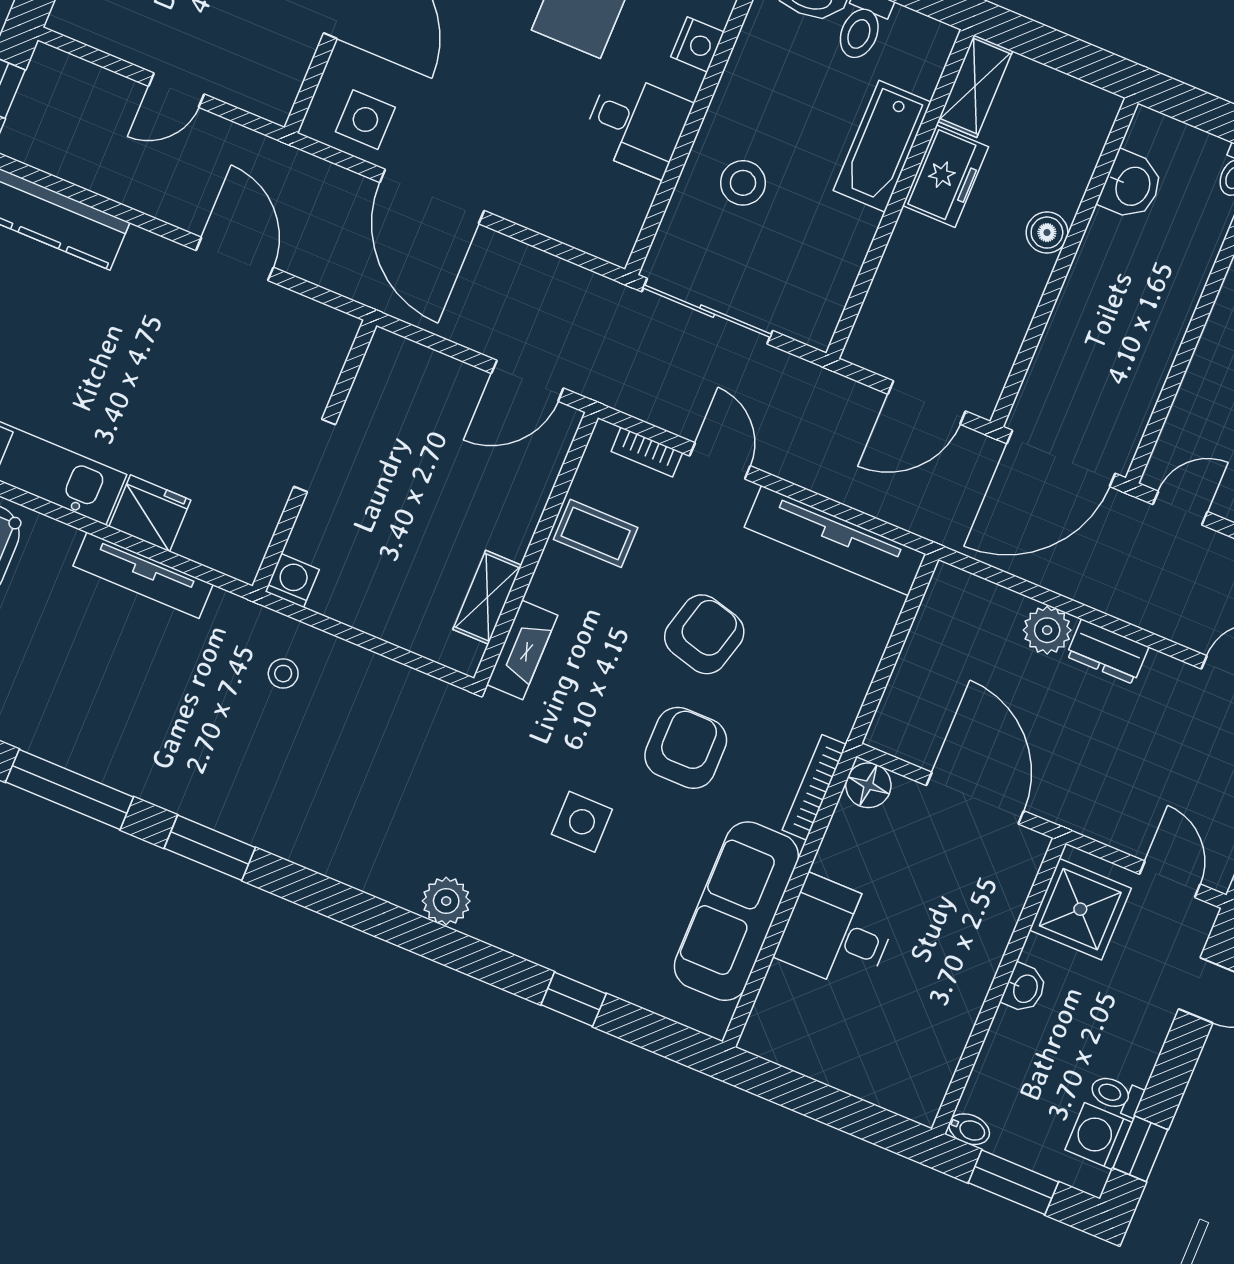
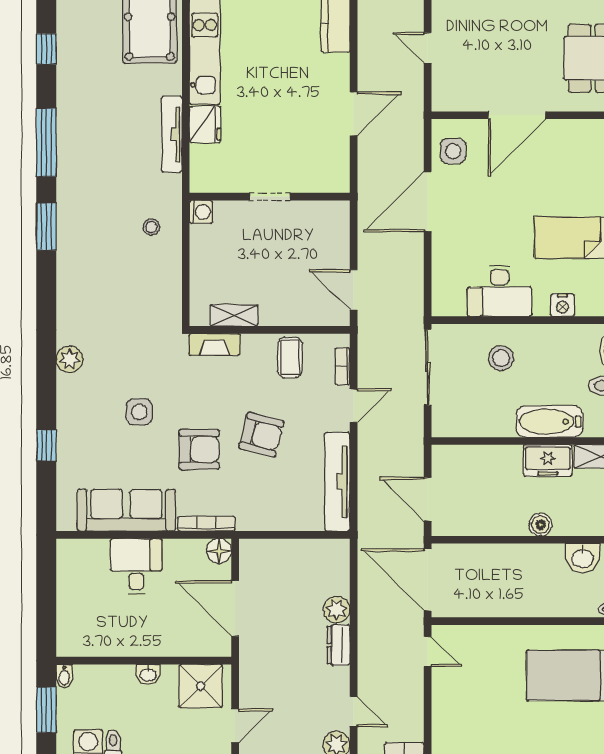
desk: (637, 124) -> (500, 291), width x1.37
door: (975, 798) -> (235, 608), swing flipped

